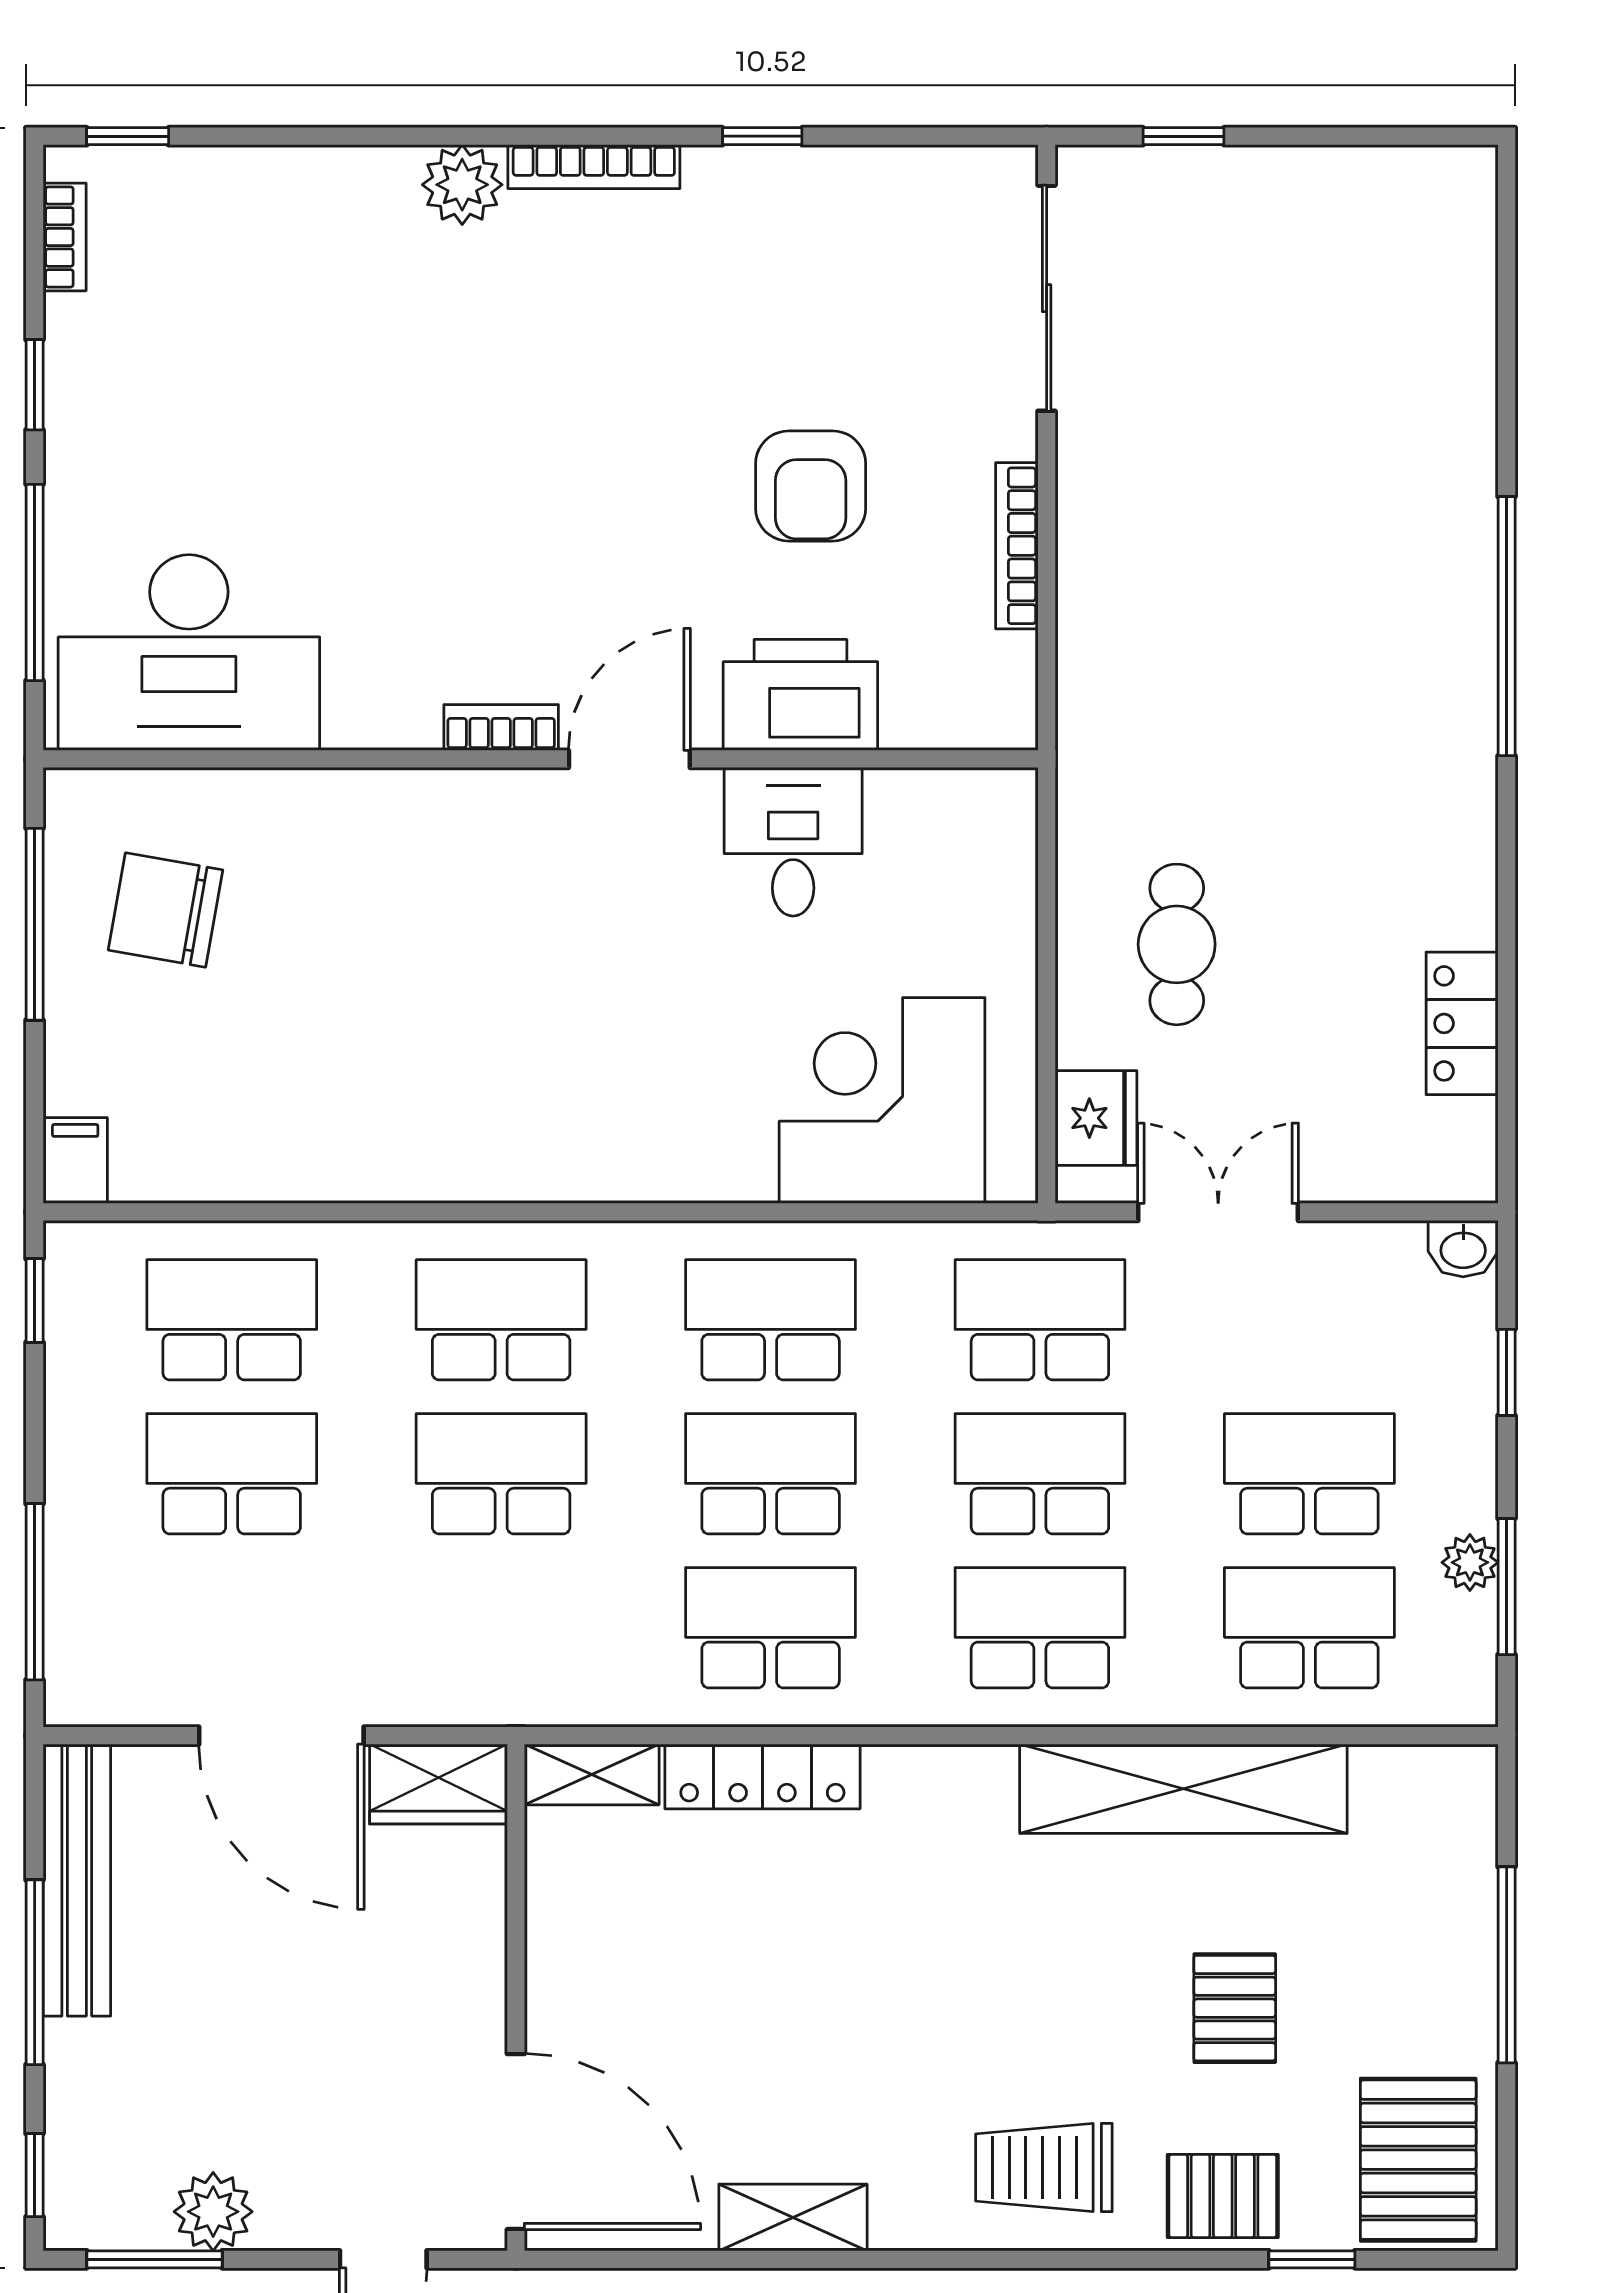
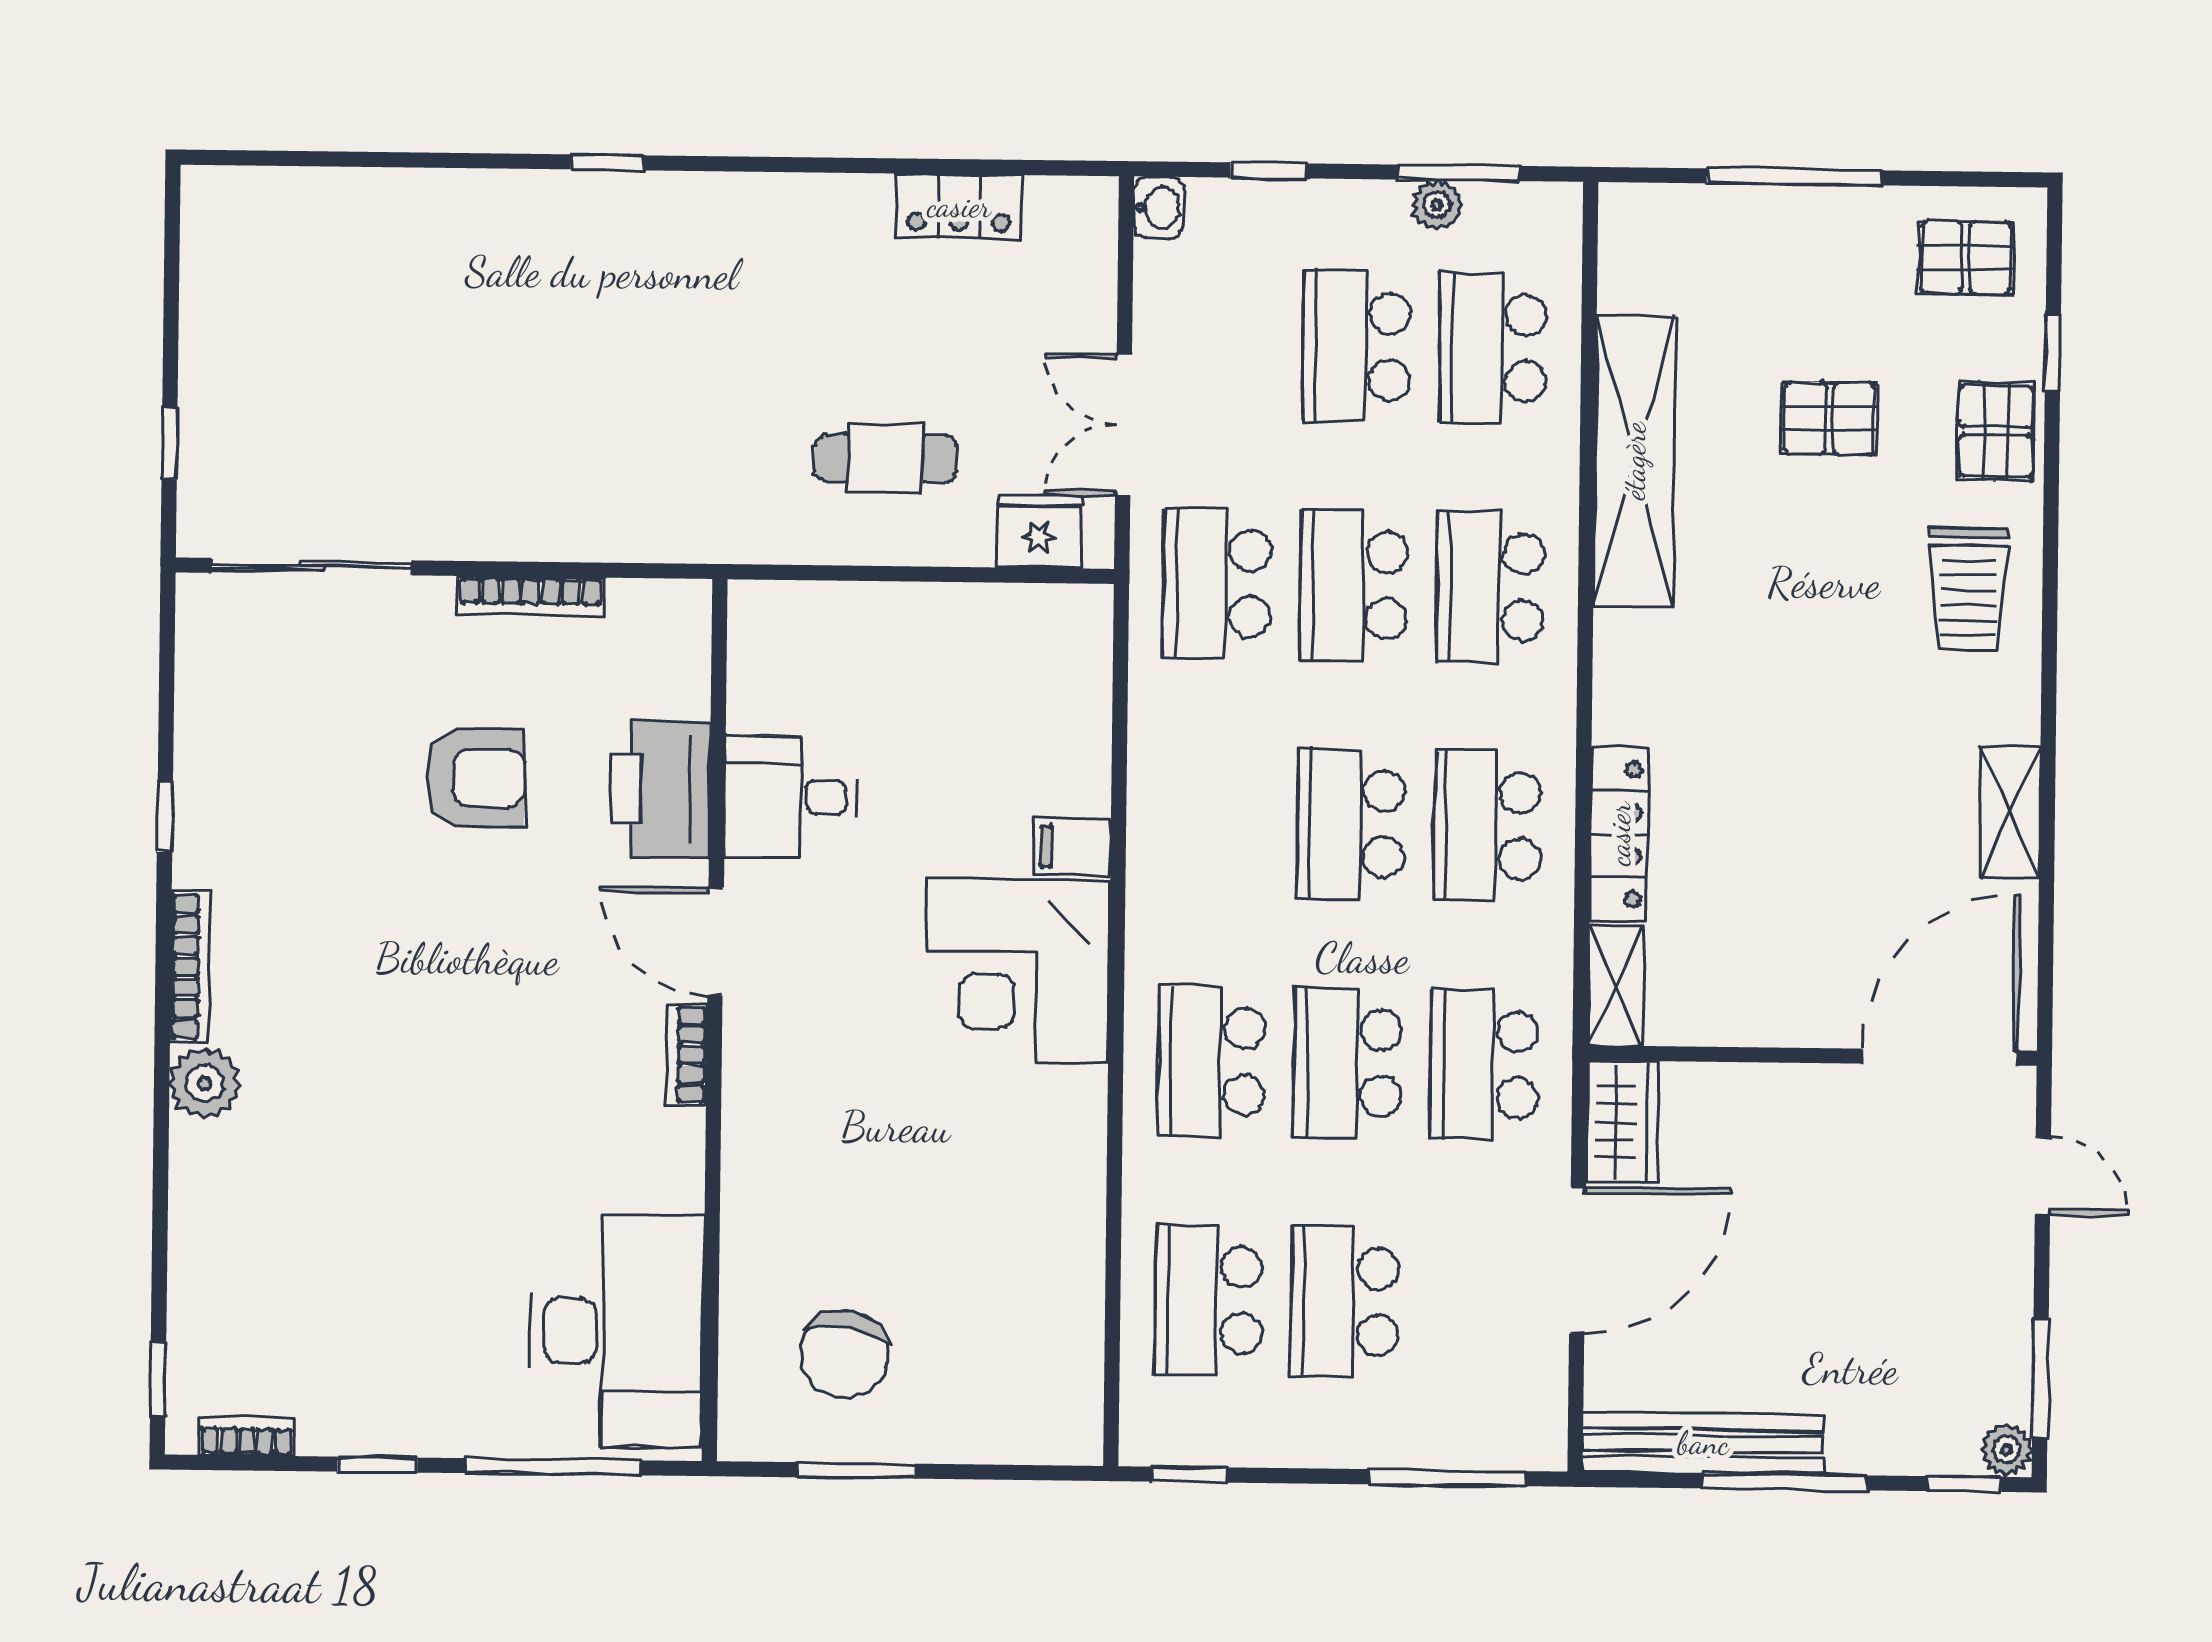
window: (1507, 626) -> (607, 162), width x0.32
window: (35, 924) -> (856, 1470), width x0.69
corner desk: (882, 1101) -> (1018, 971), moved
filing cabinet: (75, 1160) -> (1073, 847), moved
school desk: (771, 1320) -> (1484, 1064), moved
pallet: (1418, 2160) -> (1966, 257), width x0.67, depth x0.71
plant: (213, 2212) -> (2007, 1450), moved, width x0.73, depth x0.73

